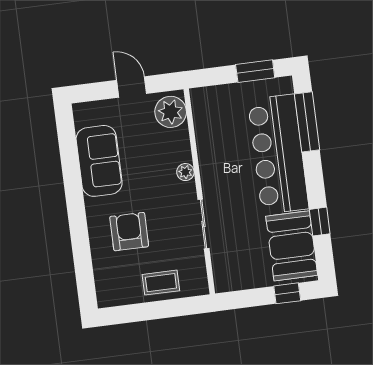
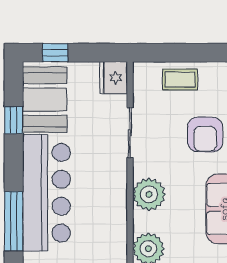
plant: (185, 172) -> (149, 194), width x1.88, depth x1.88
fridge: (227, 276) -> (113, 78), added

